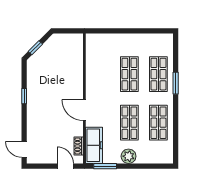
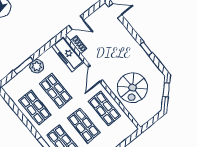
spiral stairs: (62, 73) -> (133, 88), added
shop shelf: (100, 74) -> (104, 109), added
door: (84, 110) -> (95, 74), swing flipped
window: (105, 166) -> (24, 65), moved

